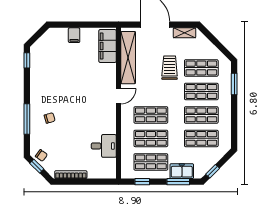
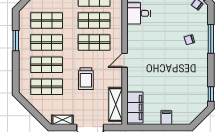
shelving: (128, 58) -> (116, 104), width x0.68
trolley: (170, 68) -> (86, 79), moved
window: (234, 84) -> (16, 41), moved

